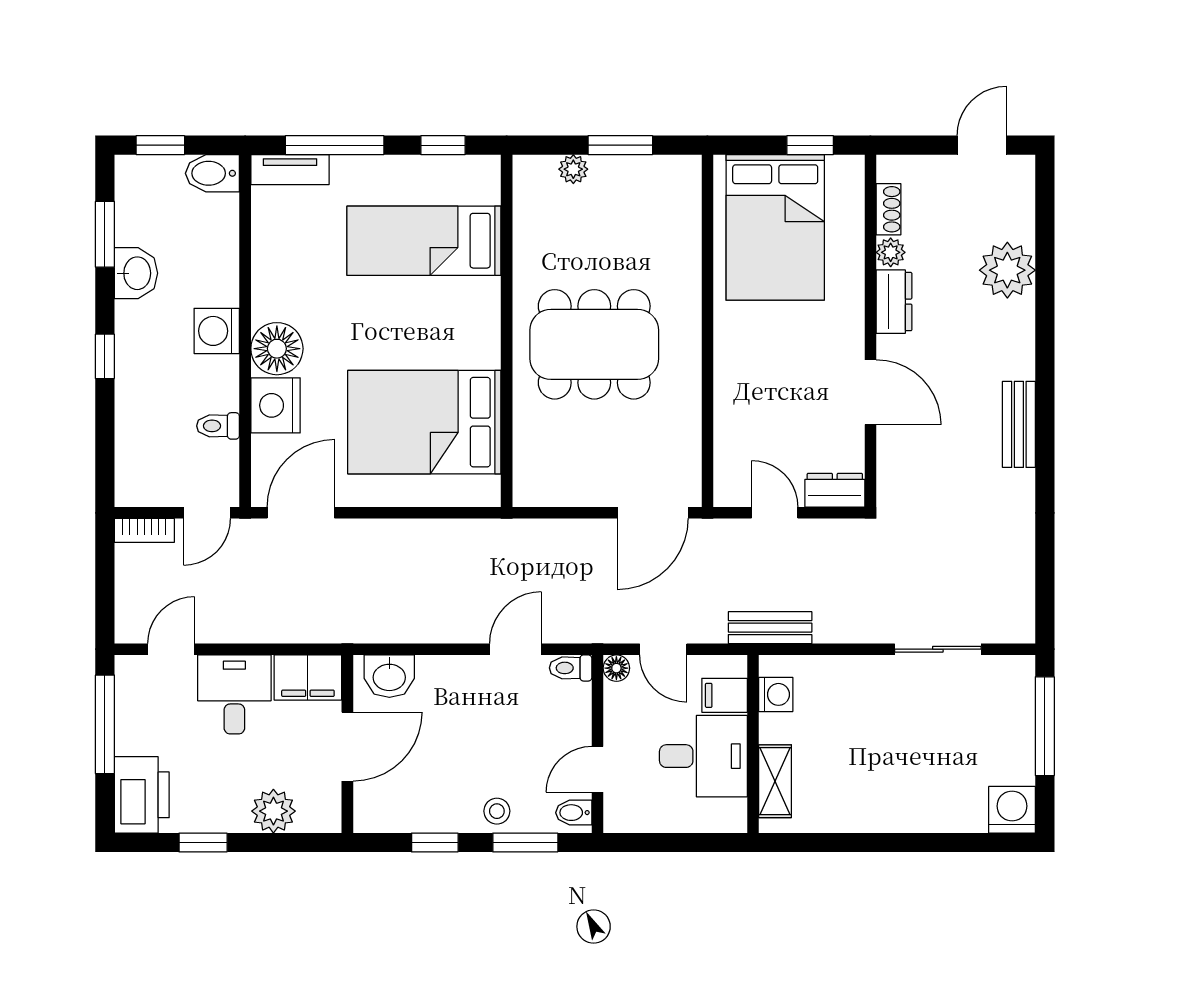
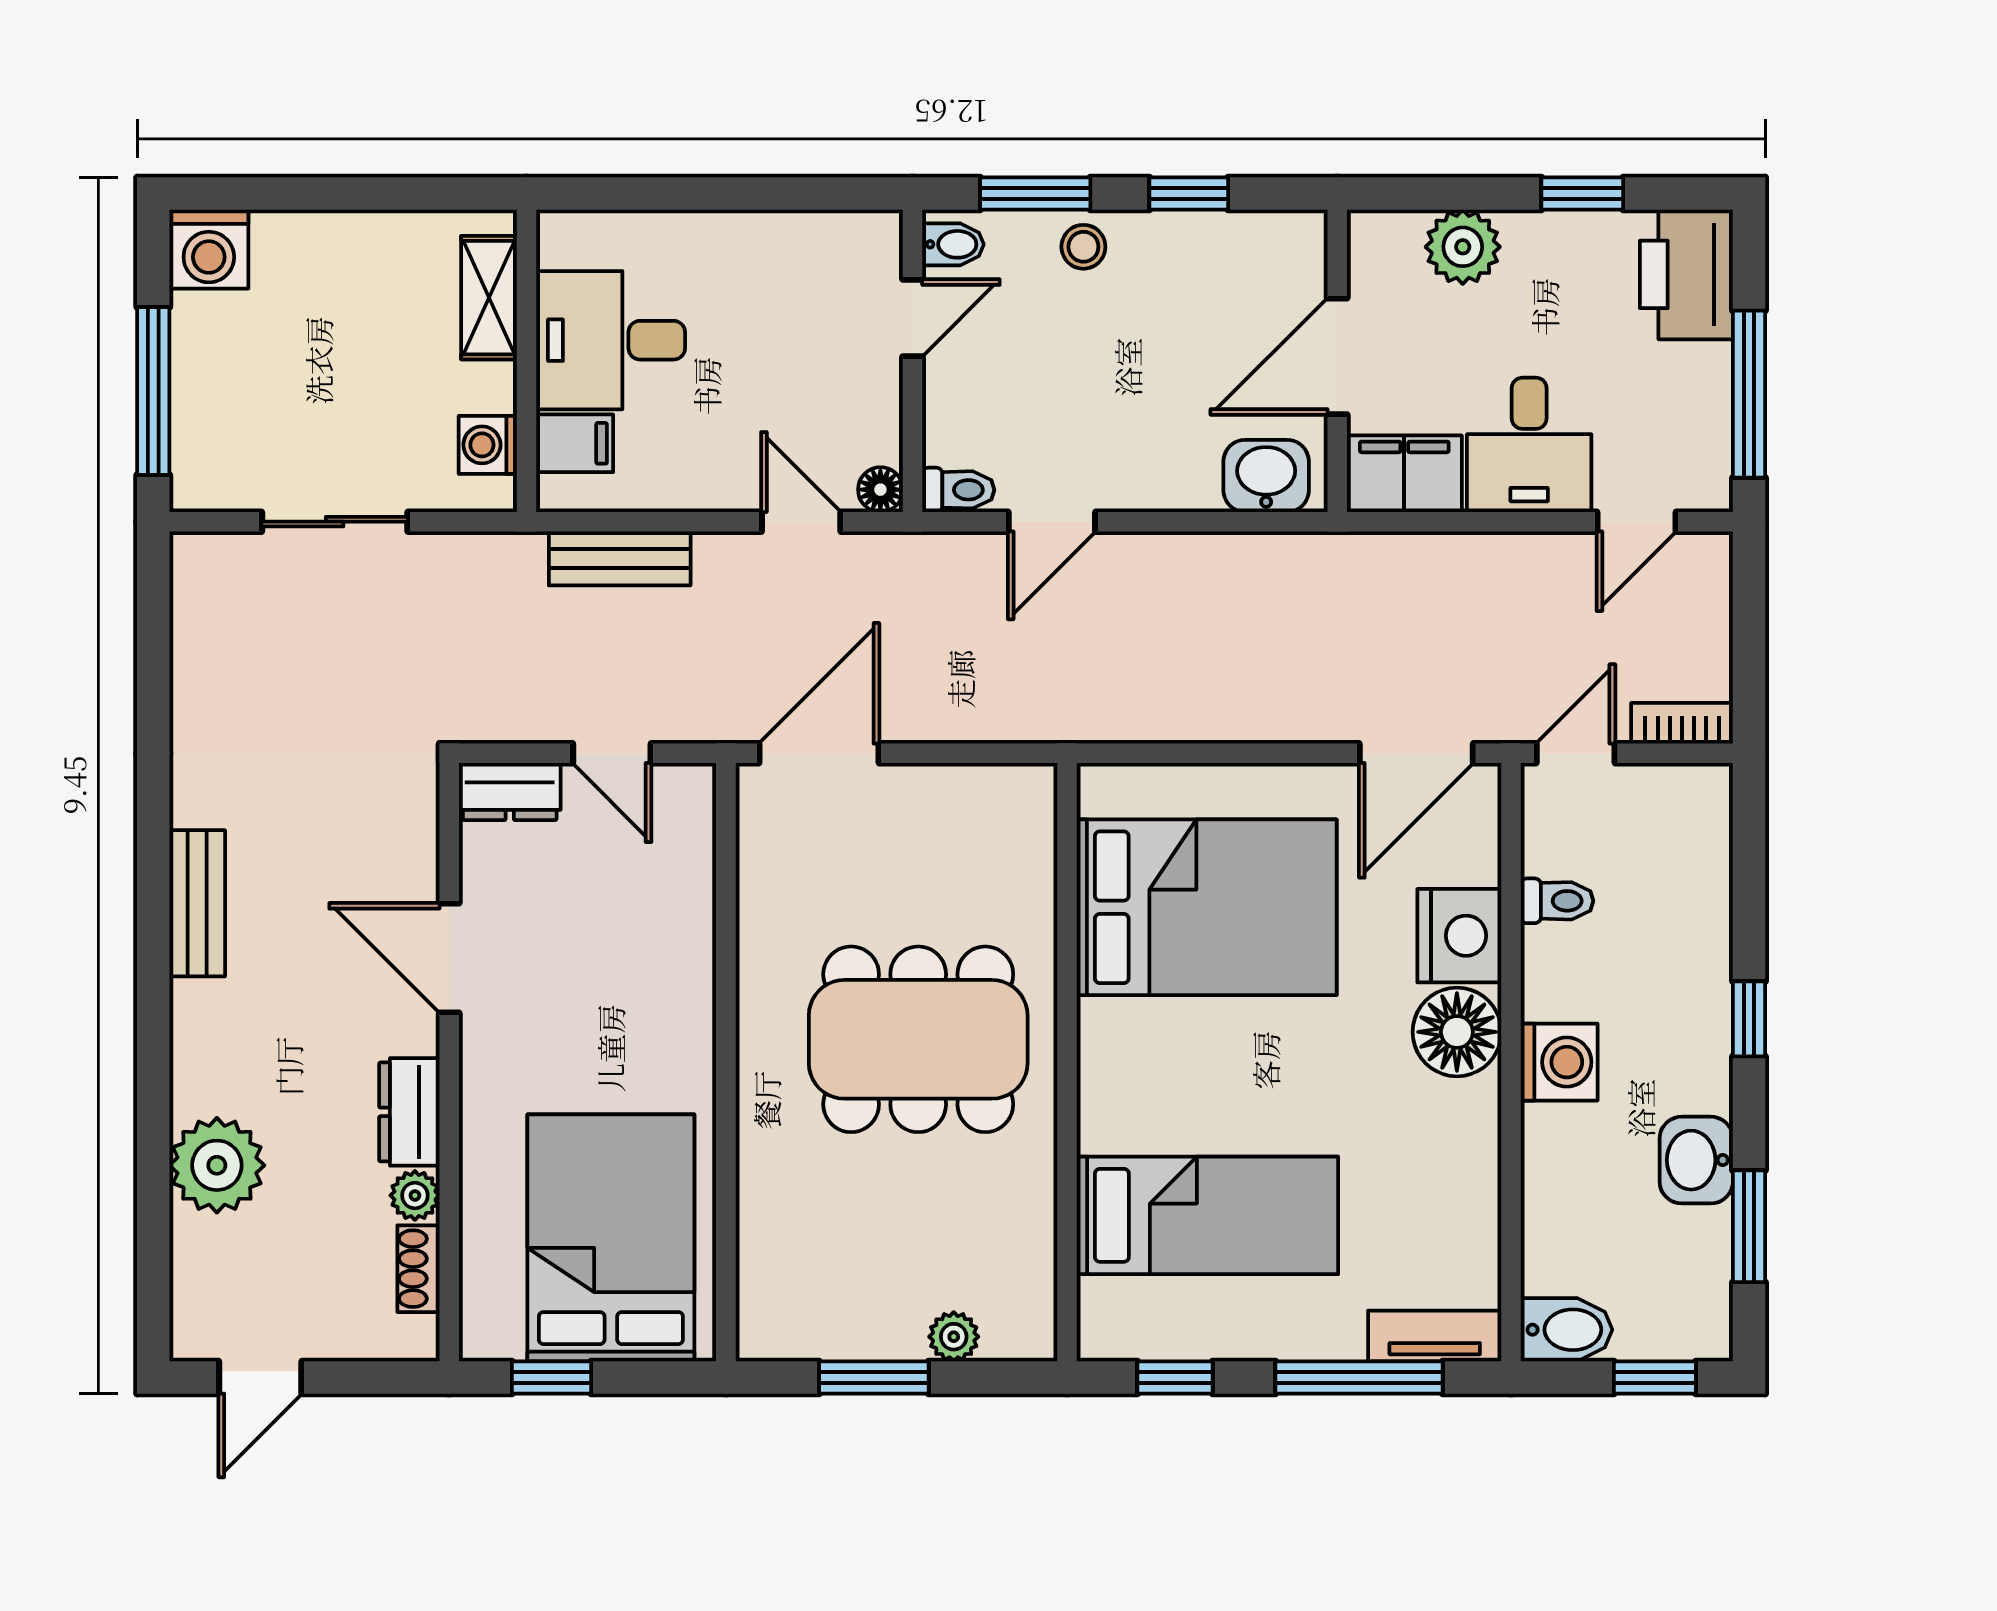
washing machine: (776, 694) -> (488, 445), moved
filing cabinet: (725, 695) -> (575, 443), moved
wall: (753, 744) -> (526, 361), moved
desk: (703, 756) -> (611, 340), moved
shelving: (775, 781) -> (489, 298), moved

